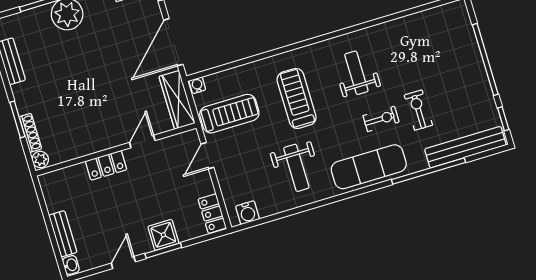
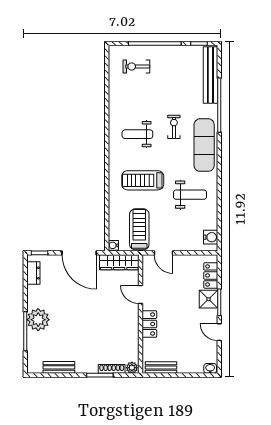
exercise bike: (418, 110) -> (136, 66), moved
locker: (212, 214) -> (211, 275), moved, turned 90
bench: (63, 234) -> (161, 368), moved

